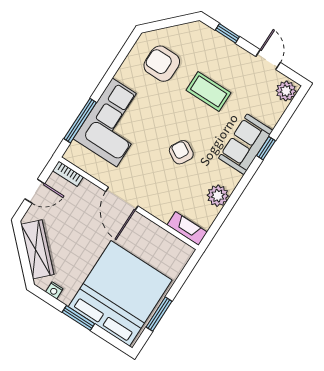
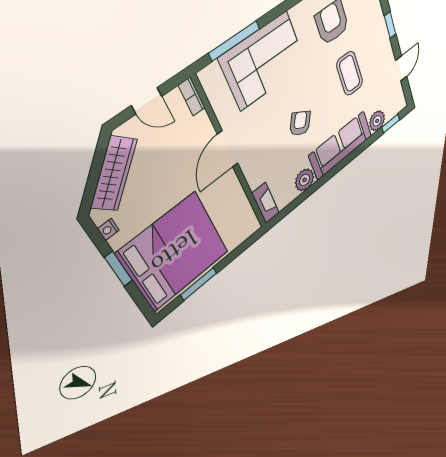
plant: (286, 91) -> (377, 121), moved
sofa: (246, 144) -> (341, 145), width x1.36
window: (266, 148) -> (391, 124), moved

